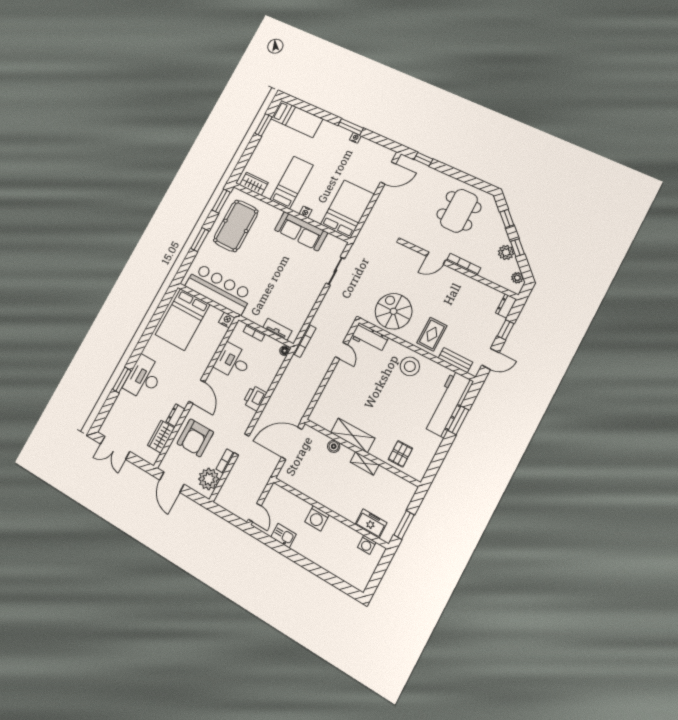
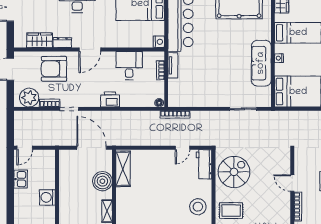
tv unit: (277, 329) -> (173, 65), moved
shelving: (353, 435) -> (123, 169), moved
boiler: (334, 446) -> (102, 181), width x1.86, depth x1.86

